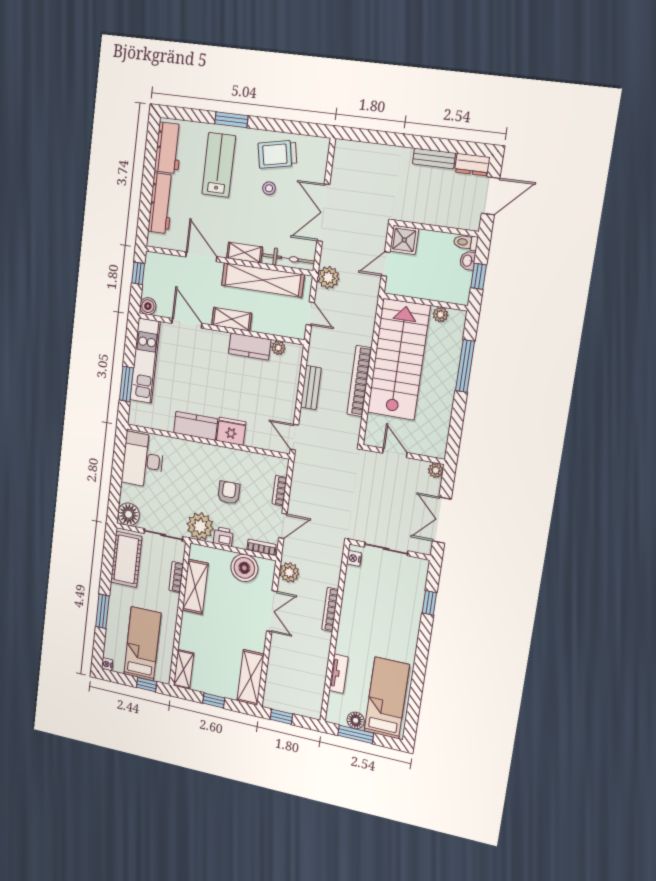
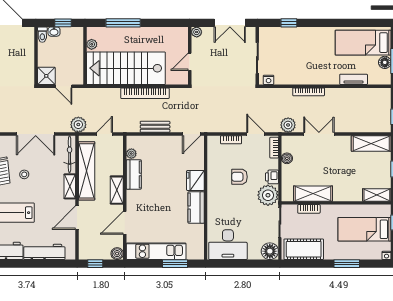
boiler: (244, 568) -> (287, 158), width x0.54, depth x0.54

